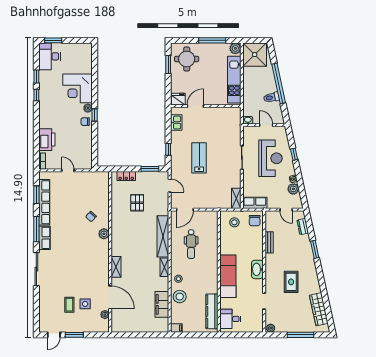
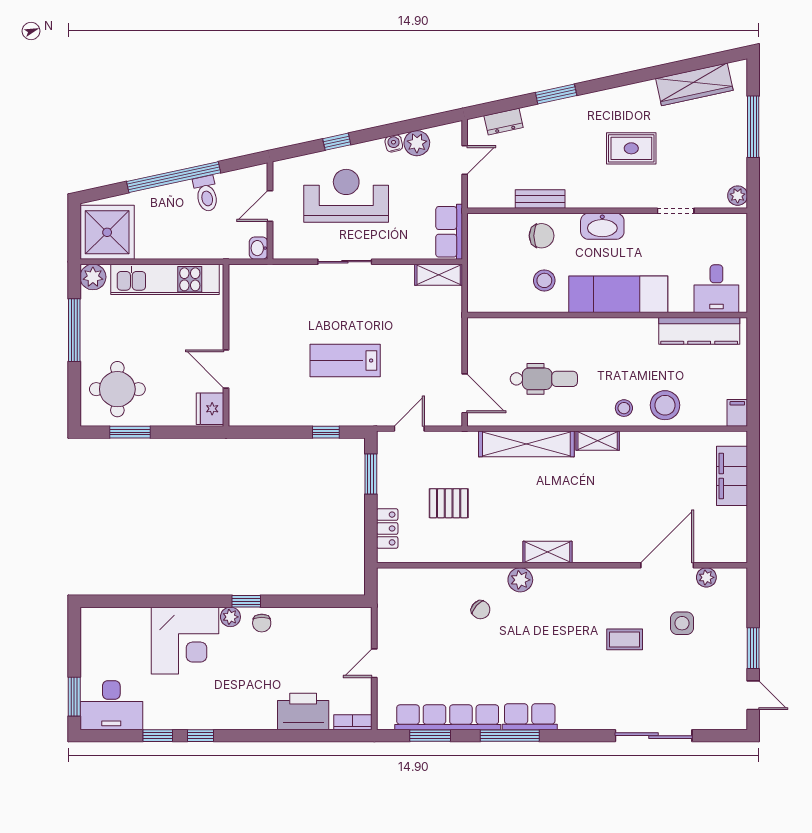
kitchen sink: (176, 122) -> (264, 413), removed
chair: (255, 221) -> (542, 236), moved
stool: (234, 222) -> (544, 280), moved
shelving: (116, 267) -> (547, 552), moved
sliding door: (36, 269) -> (654, 736), moved
filing cabinet: (162, 304) -> (732, 476), moved, turned 90
coffee table: (69, 305) -> (625, 639), moved

